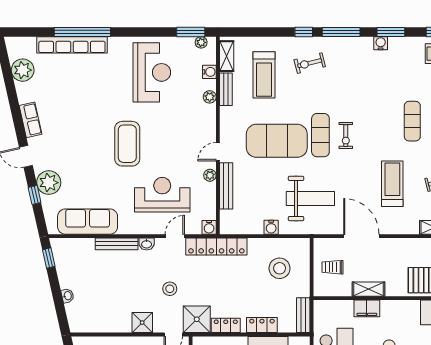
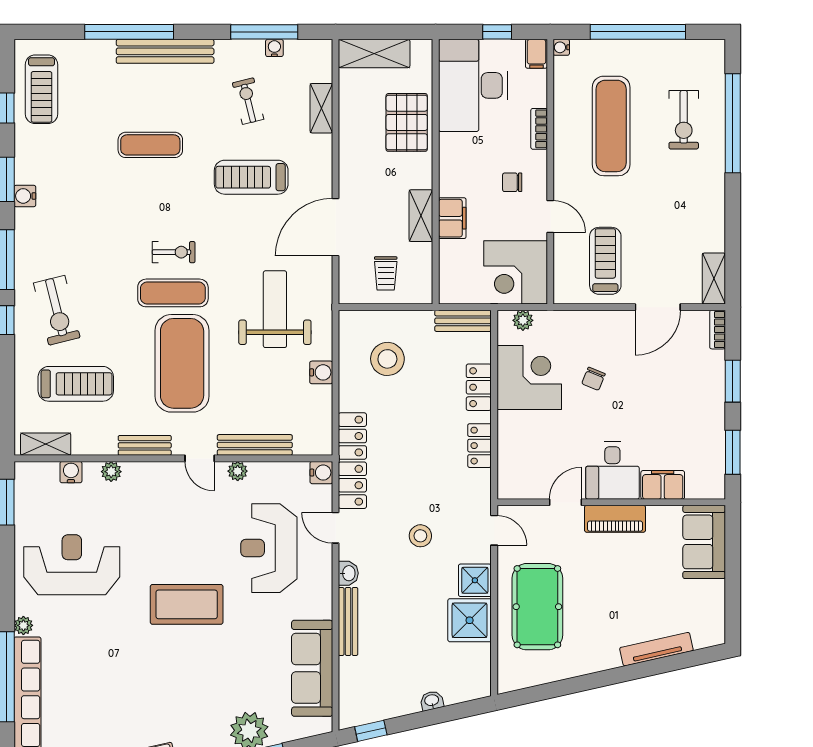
plant: (201, 42) -> (23, 625), moved
exercise bike: (310, 63) -> (57, 310), width x1.38, depth x1.39
bench: (226, 89) -> (145, 445), moved
shower: (197, 319) -> (470, 620), moved

